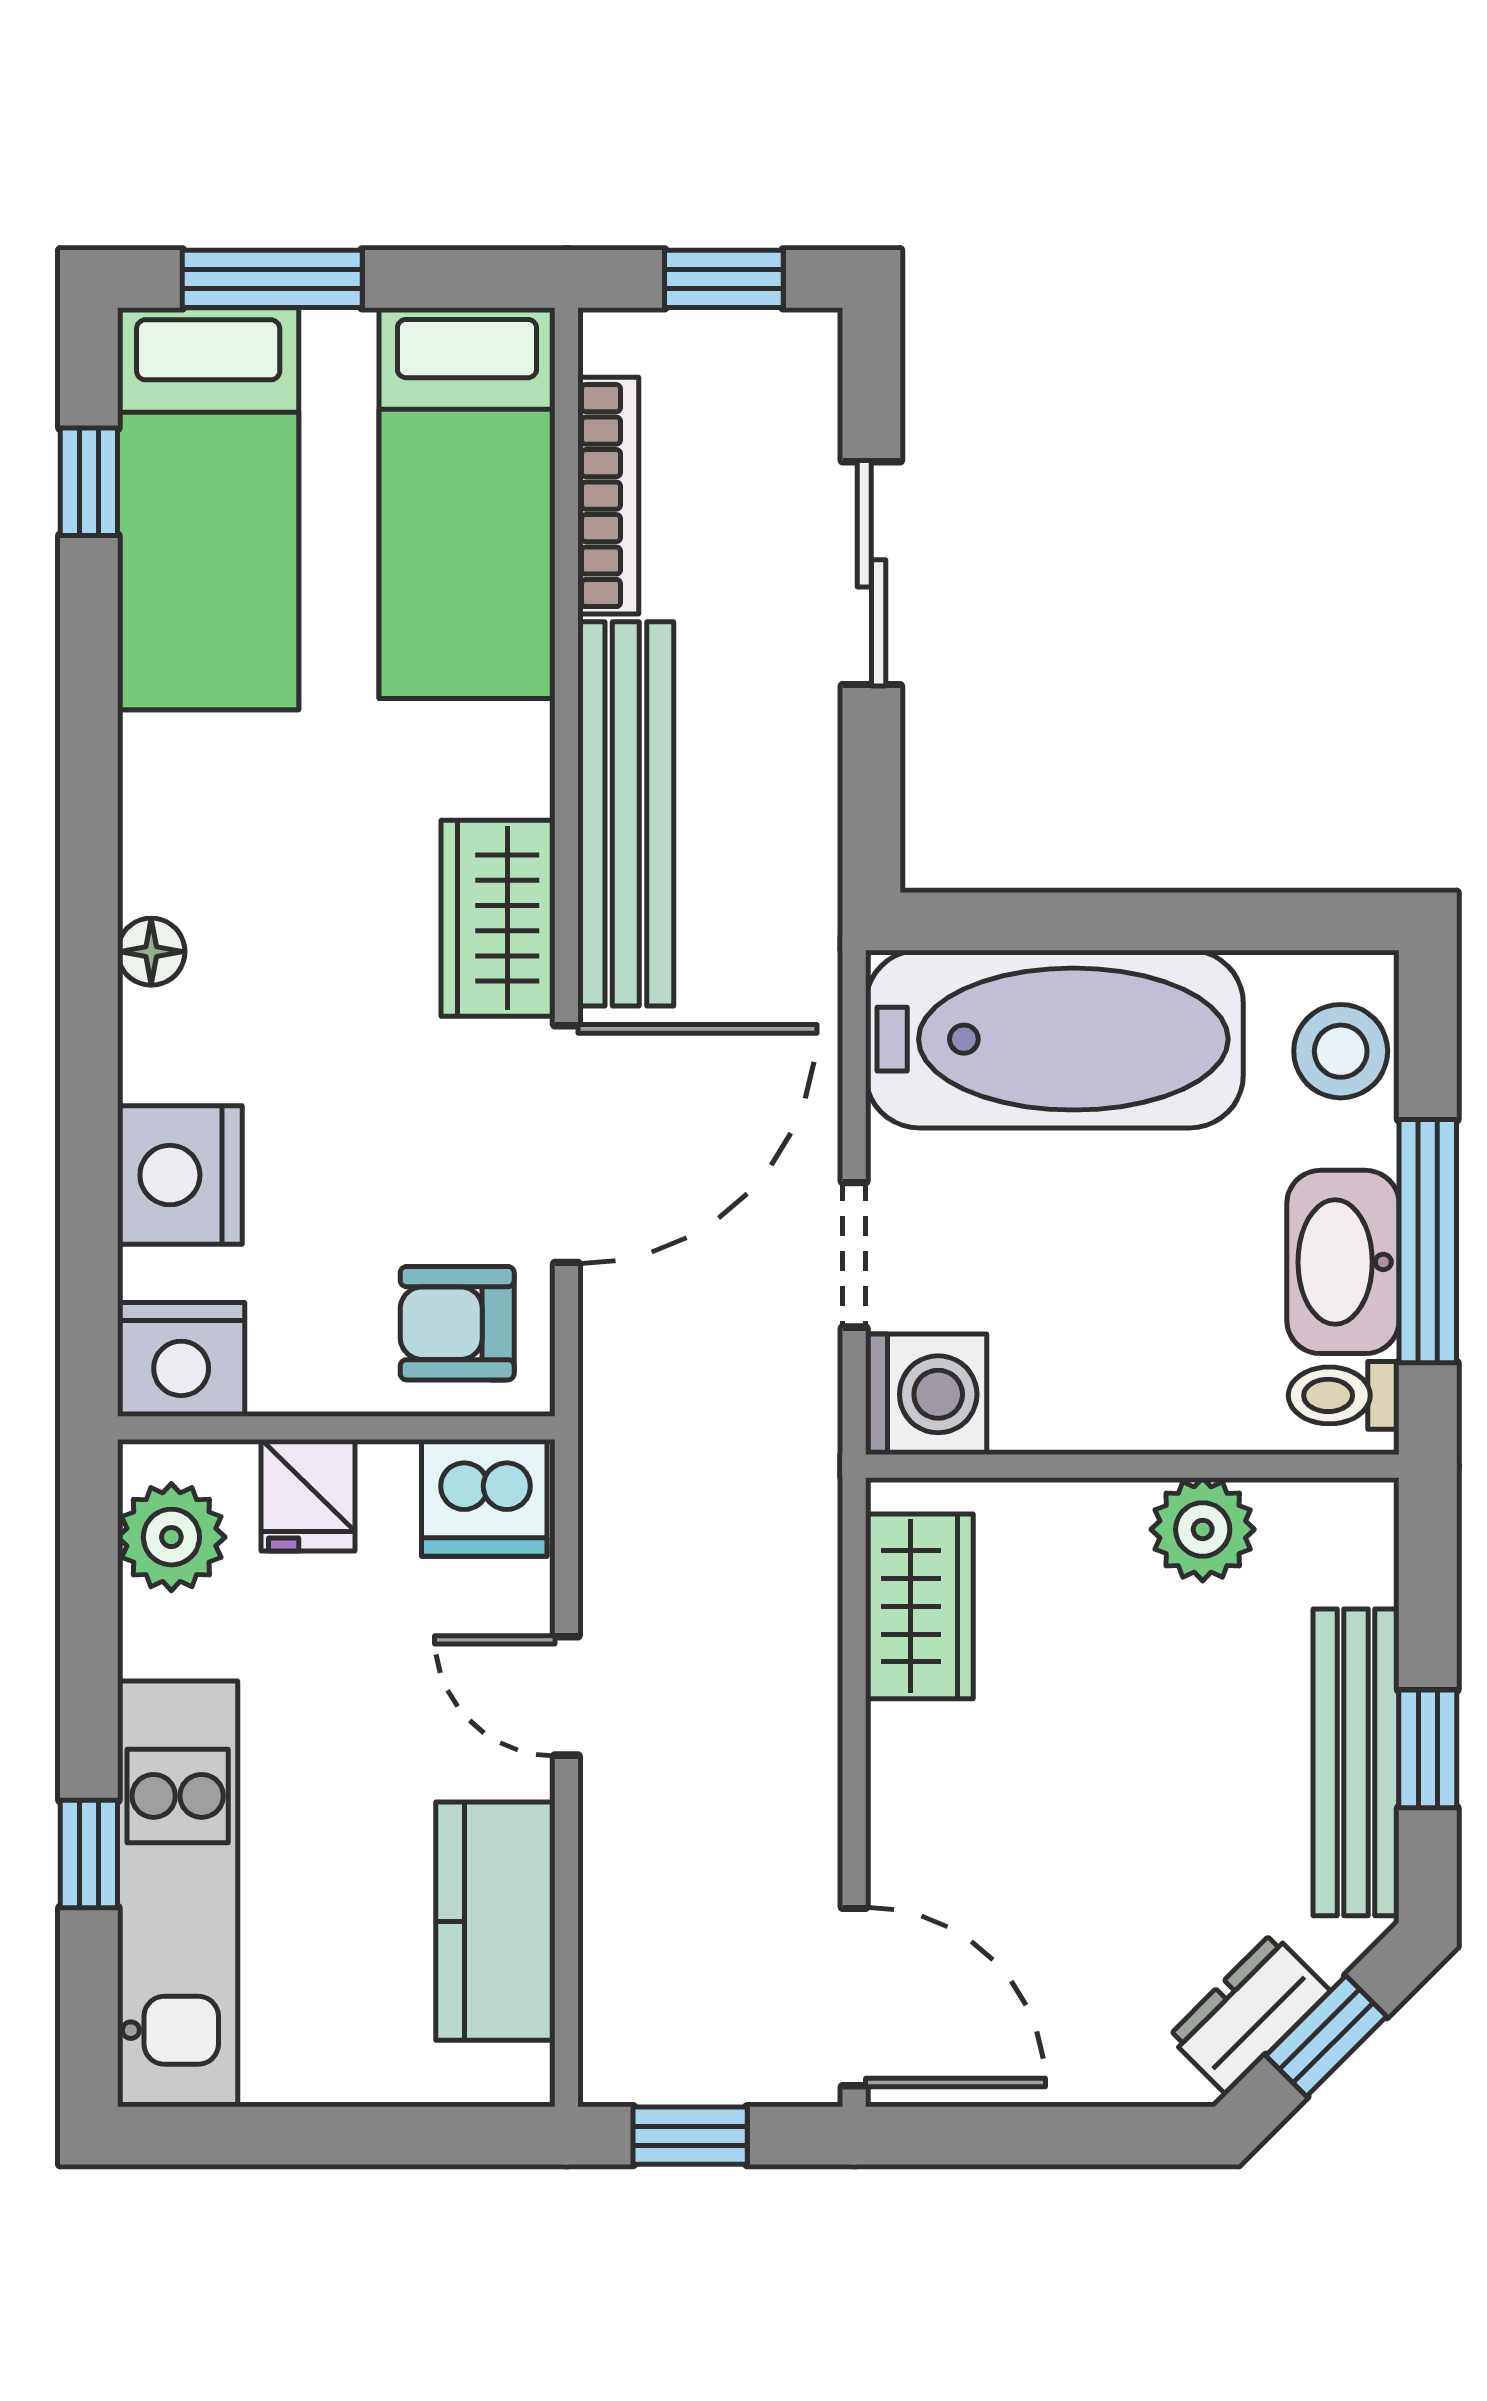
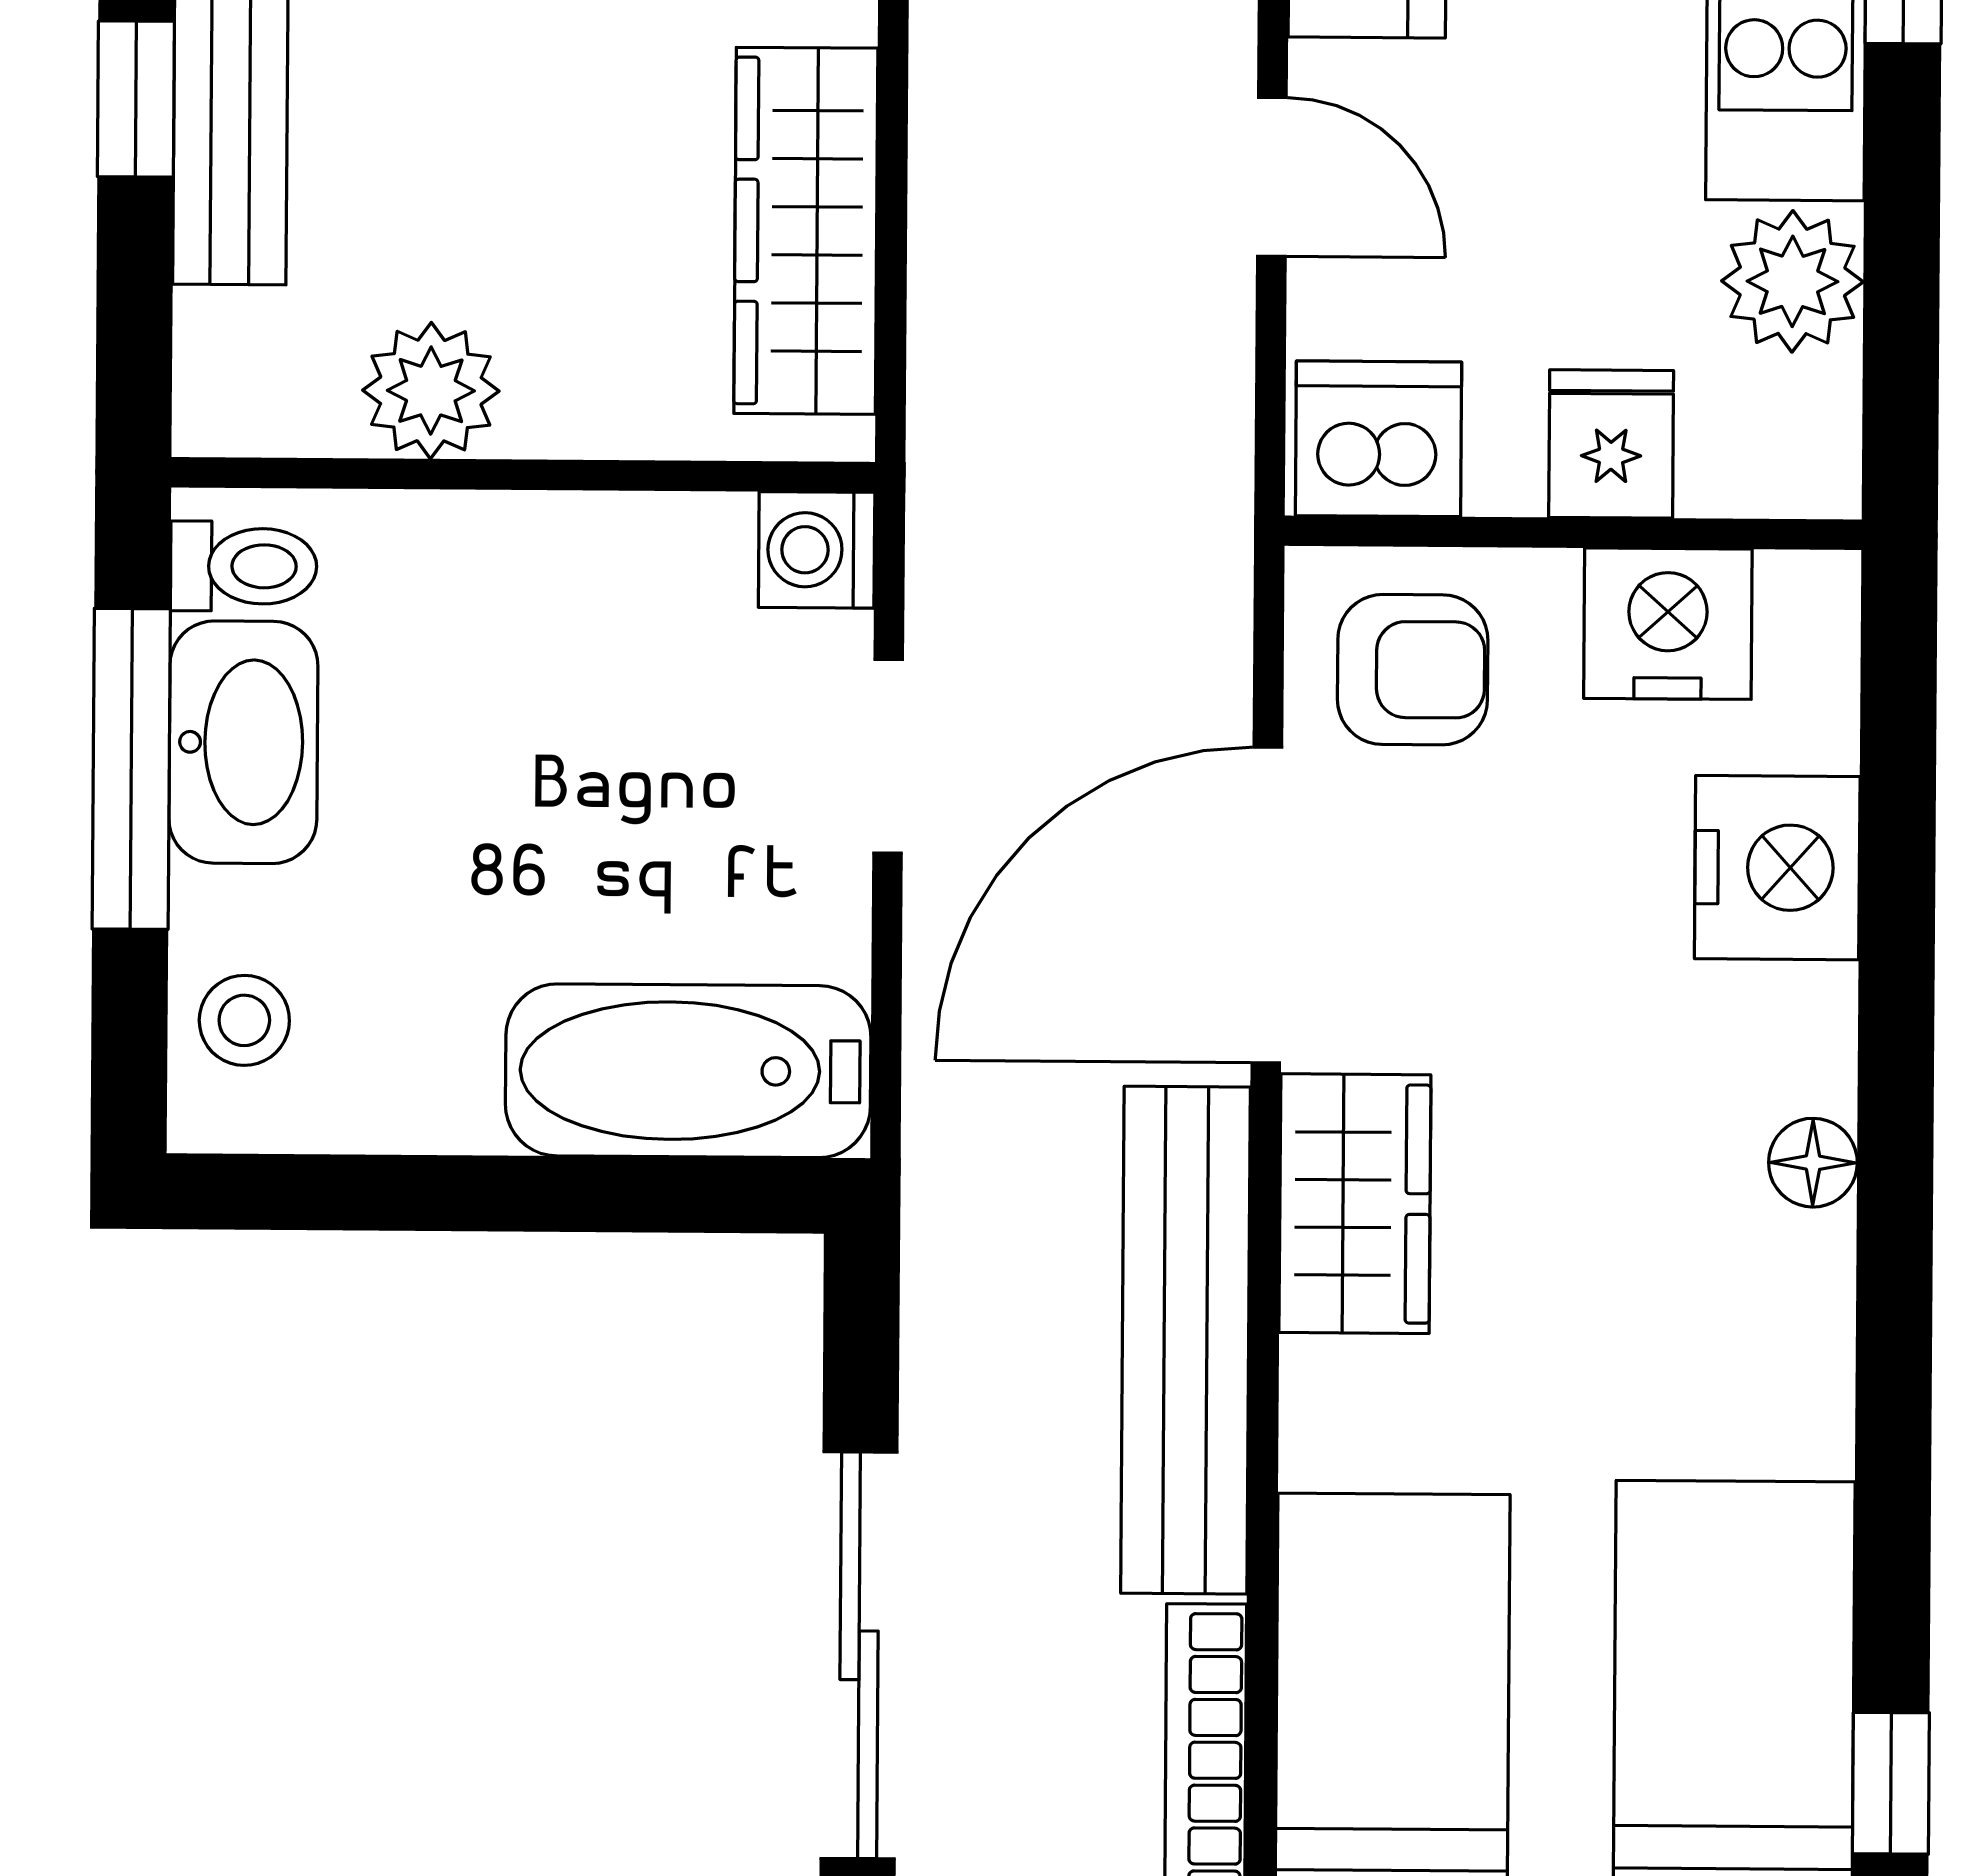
sliding door: (871, 573) -> (859, 1655), width x1.37
bathtub: (1054, 1039) -> (688, 1071), width x0.73, depth x0.73
stool: (1341, 1051) -> (244, 1020), width x0.73, depth x0.73
nightstand: (181, 1359) -> (1668, 624), moved
washing machine: (926, 1394) -> (817, 550), width x0.73, depth x0.73
plant: (171, 1537) -> (1792, 281), moved
wardrobe: (919, 1606) -> (806, 231), width x1.50

